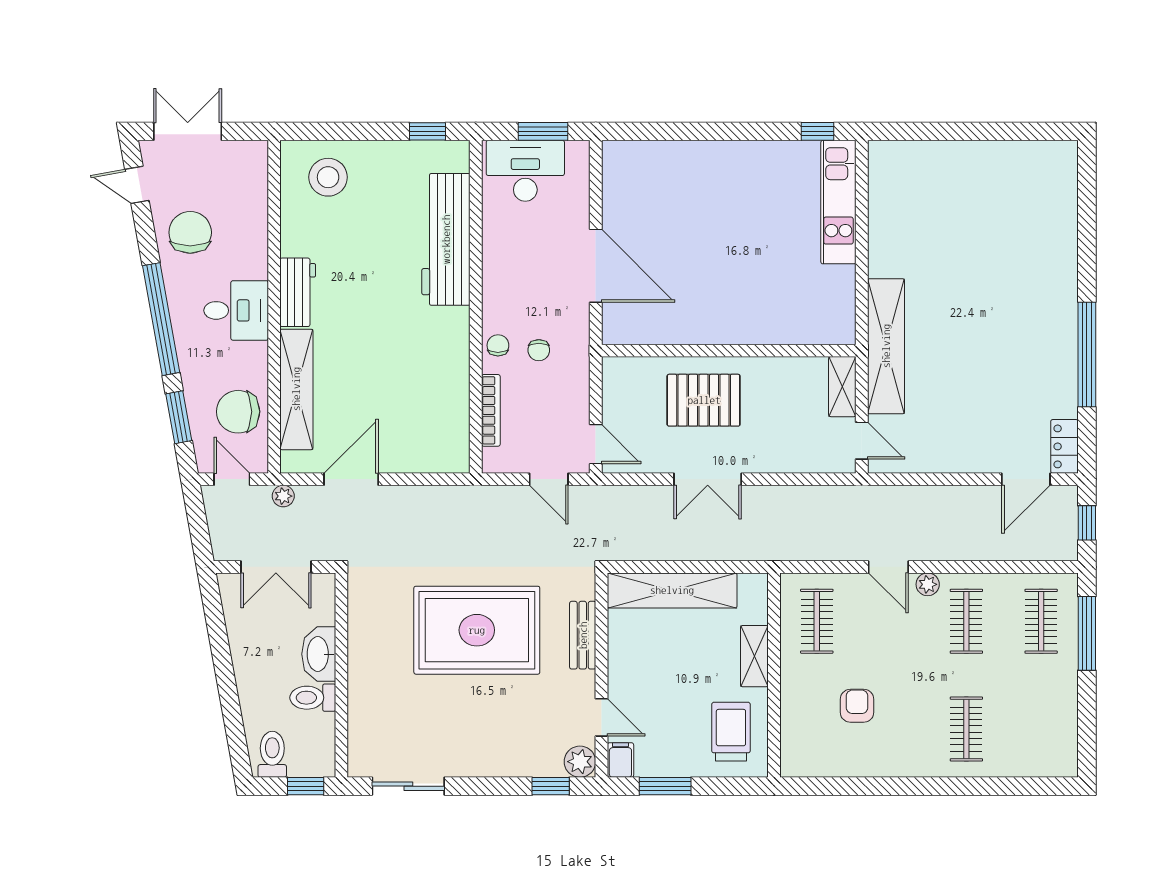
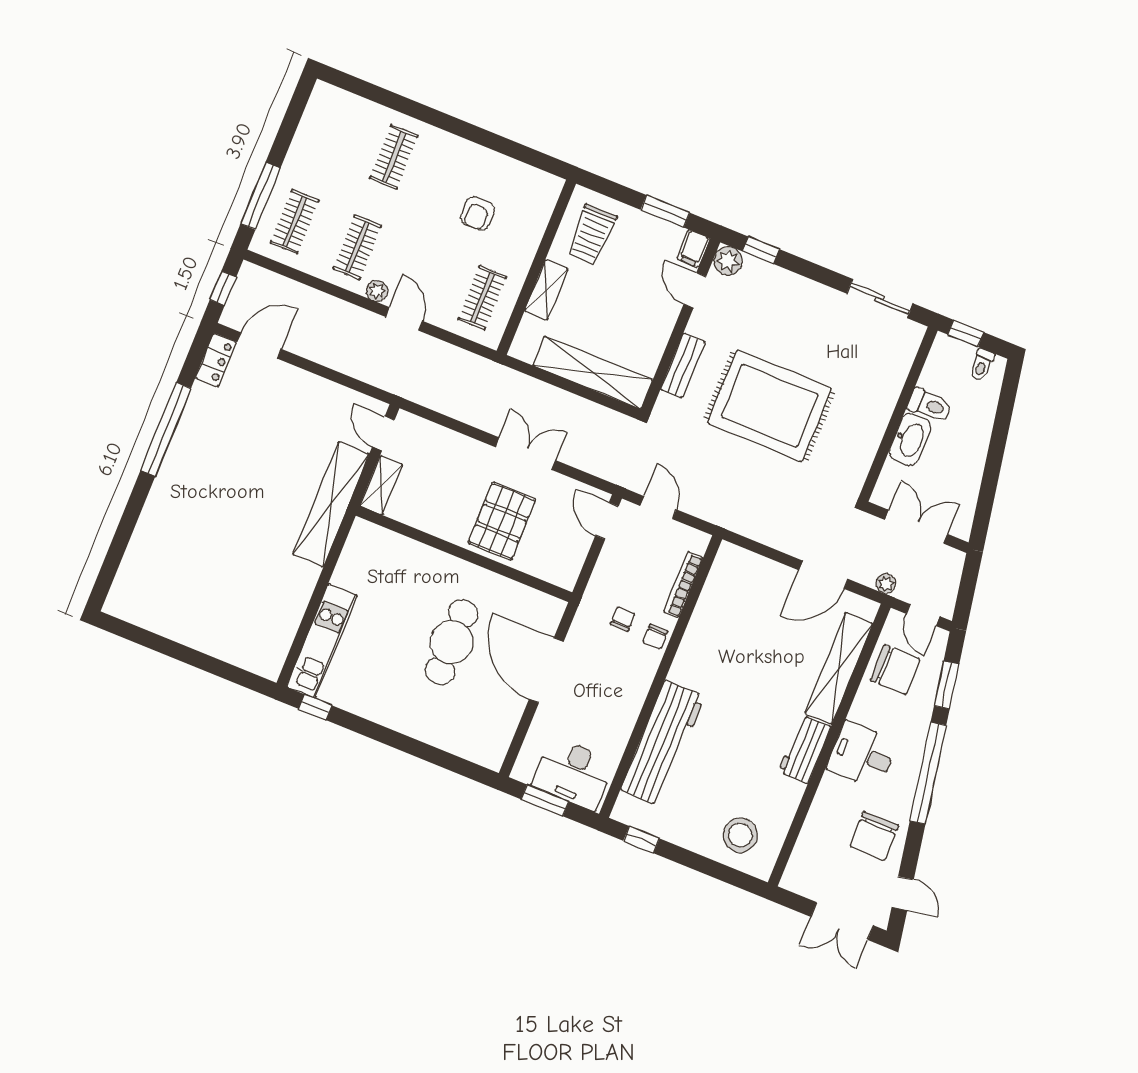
cafe table: (705, 255) -> (452, 642), added
pallet: (704, 400) -> (502, 521), turned 90
toilet: (272, 754) -> (982, 365), width x0.73, depth x0.72

